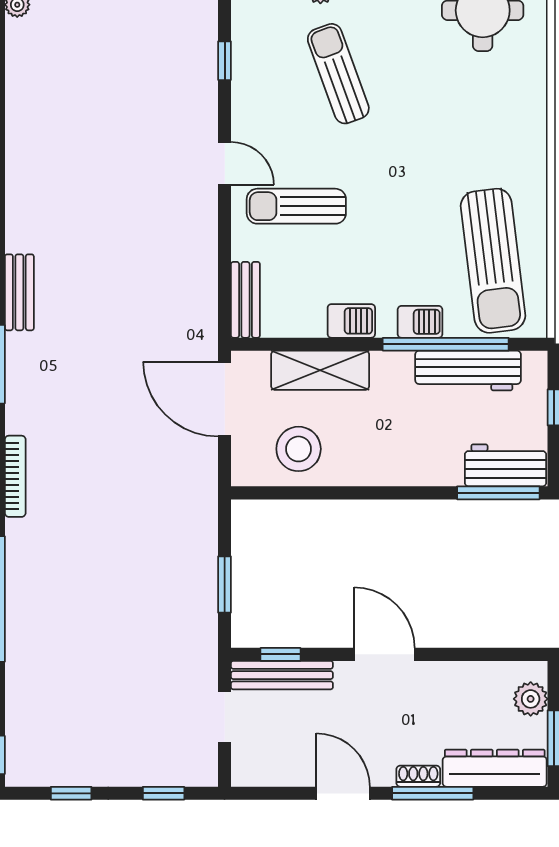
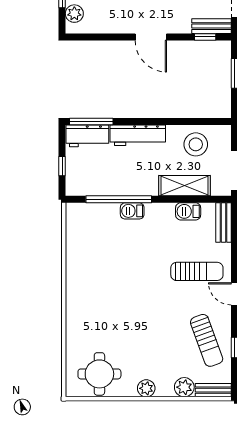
sun lounger: (338, 74) -> (207, 340), moved
sun lounger: (493, 261) -> (94, 243), removed
barbecue: (351, 321) -> (188, 211), moved
workbench: (468, 371) -> (138, 135), moved, turned 180
bench: (282, 675) -> (212, 26), width x0.73

